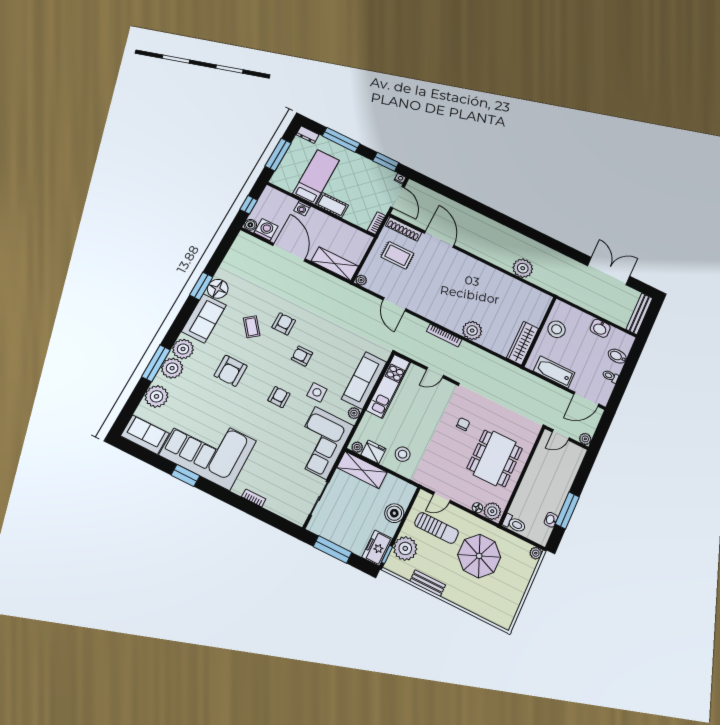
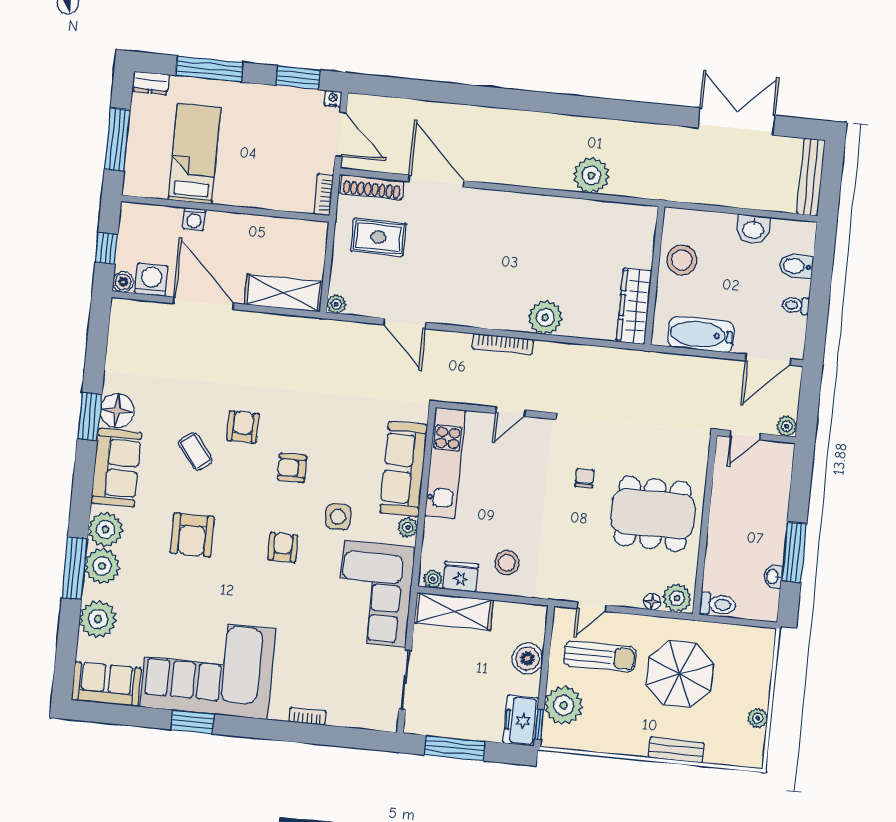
cot: (332, 205) -> (240, 193), removed
dining table: (495, 458) -> (653, 514), turned 90
plant: (536, 553) -> (758, 718), moved
bench: (428, 583) -> (676, 750), moved

